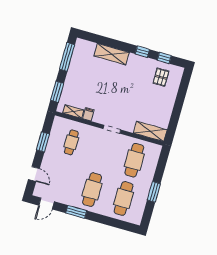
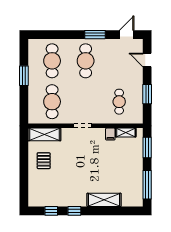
pallet: (161, 77) -> (44, 161), moved

